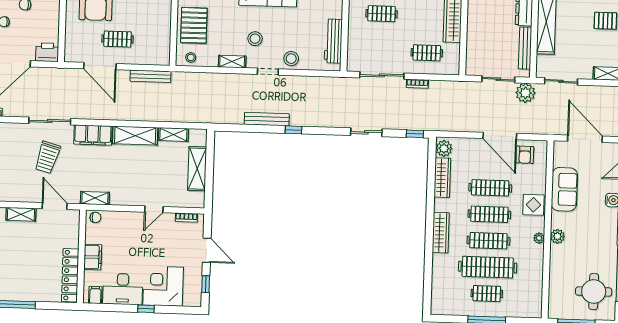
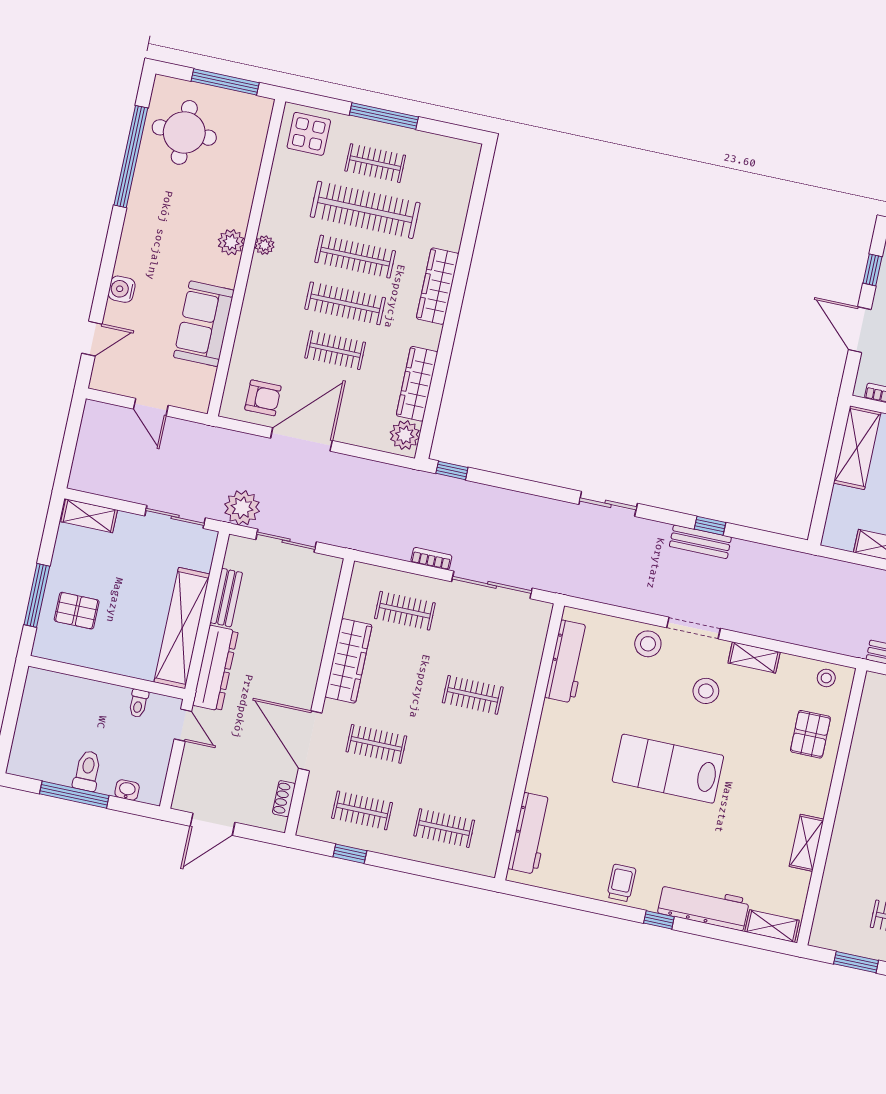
pallet: (194, 25) -> (810, 734), width x0.67, depth x0.71
bench: (525, 48) -> (226, 598), width x0.73
doorway: (268, 72) -> (693, 628), width x1.38
bench: (267, 119) -> (700, 542), width x0.73
window: (293, 130) -> (710, 526), moved
sliding door: (366, 132) -> (608, 504), moved
door: (500, 136) -> (301, 439), hinge flipped
door: (585, 139) -> (151, 407), width x0.53
armchair: (525, 155) -> (263, 398), turned 90
shelving: (197, 169) -> (857, 448), moved
clothes rail: (490, 188) -> (335, 350), width x0.73
display table: (533, 205) -> (309, 134), moved

